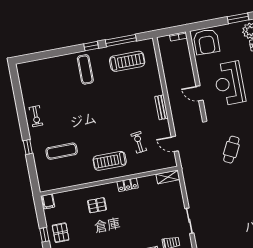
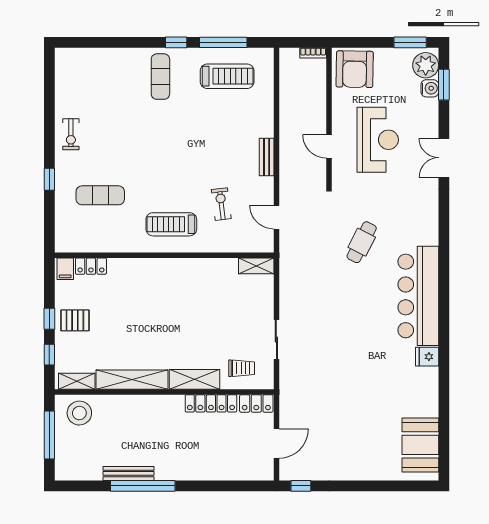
reception desk: (229, 83) -> (378, 140), turned 180
locker: (128, 185) -> (91, 266), moved
pallet: (97, 205) -> (139, 289), removed
pallet: (61, 233) -> (75, 320), turned 90

